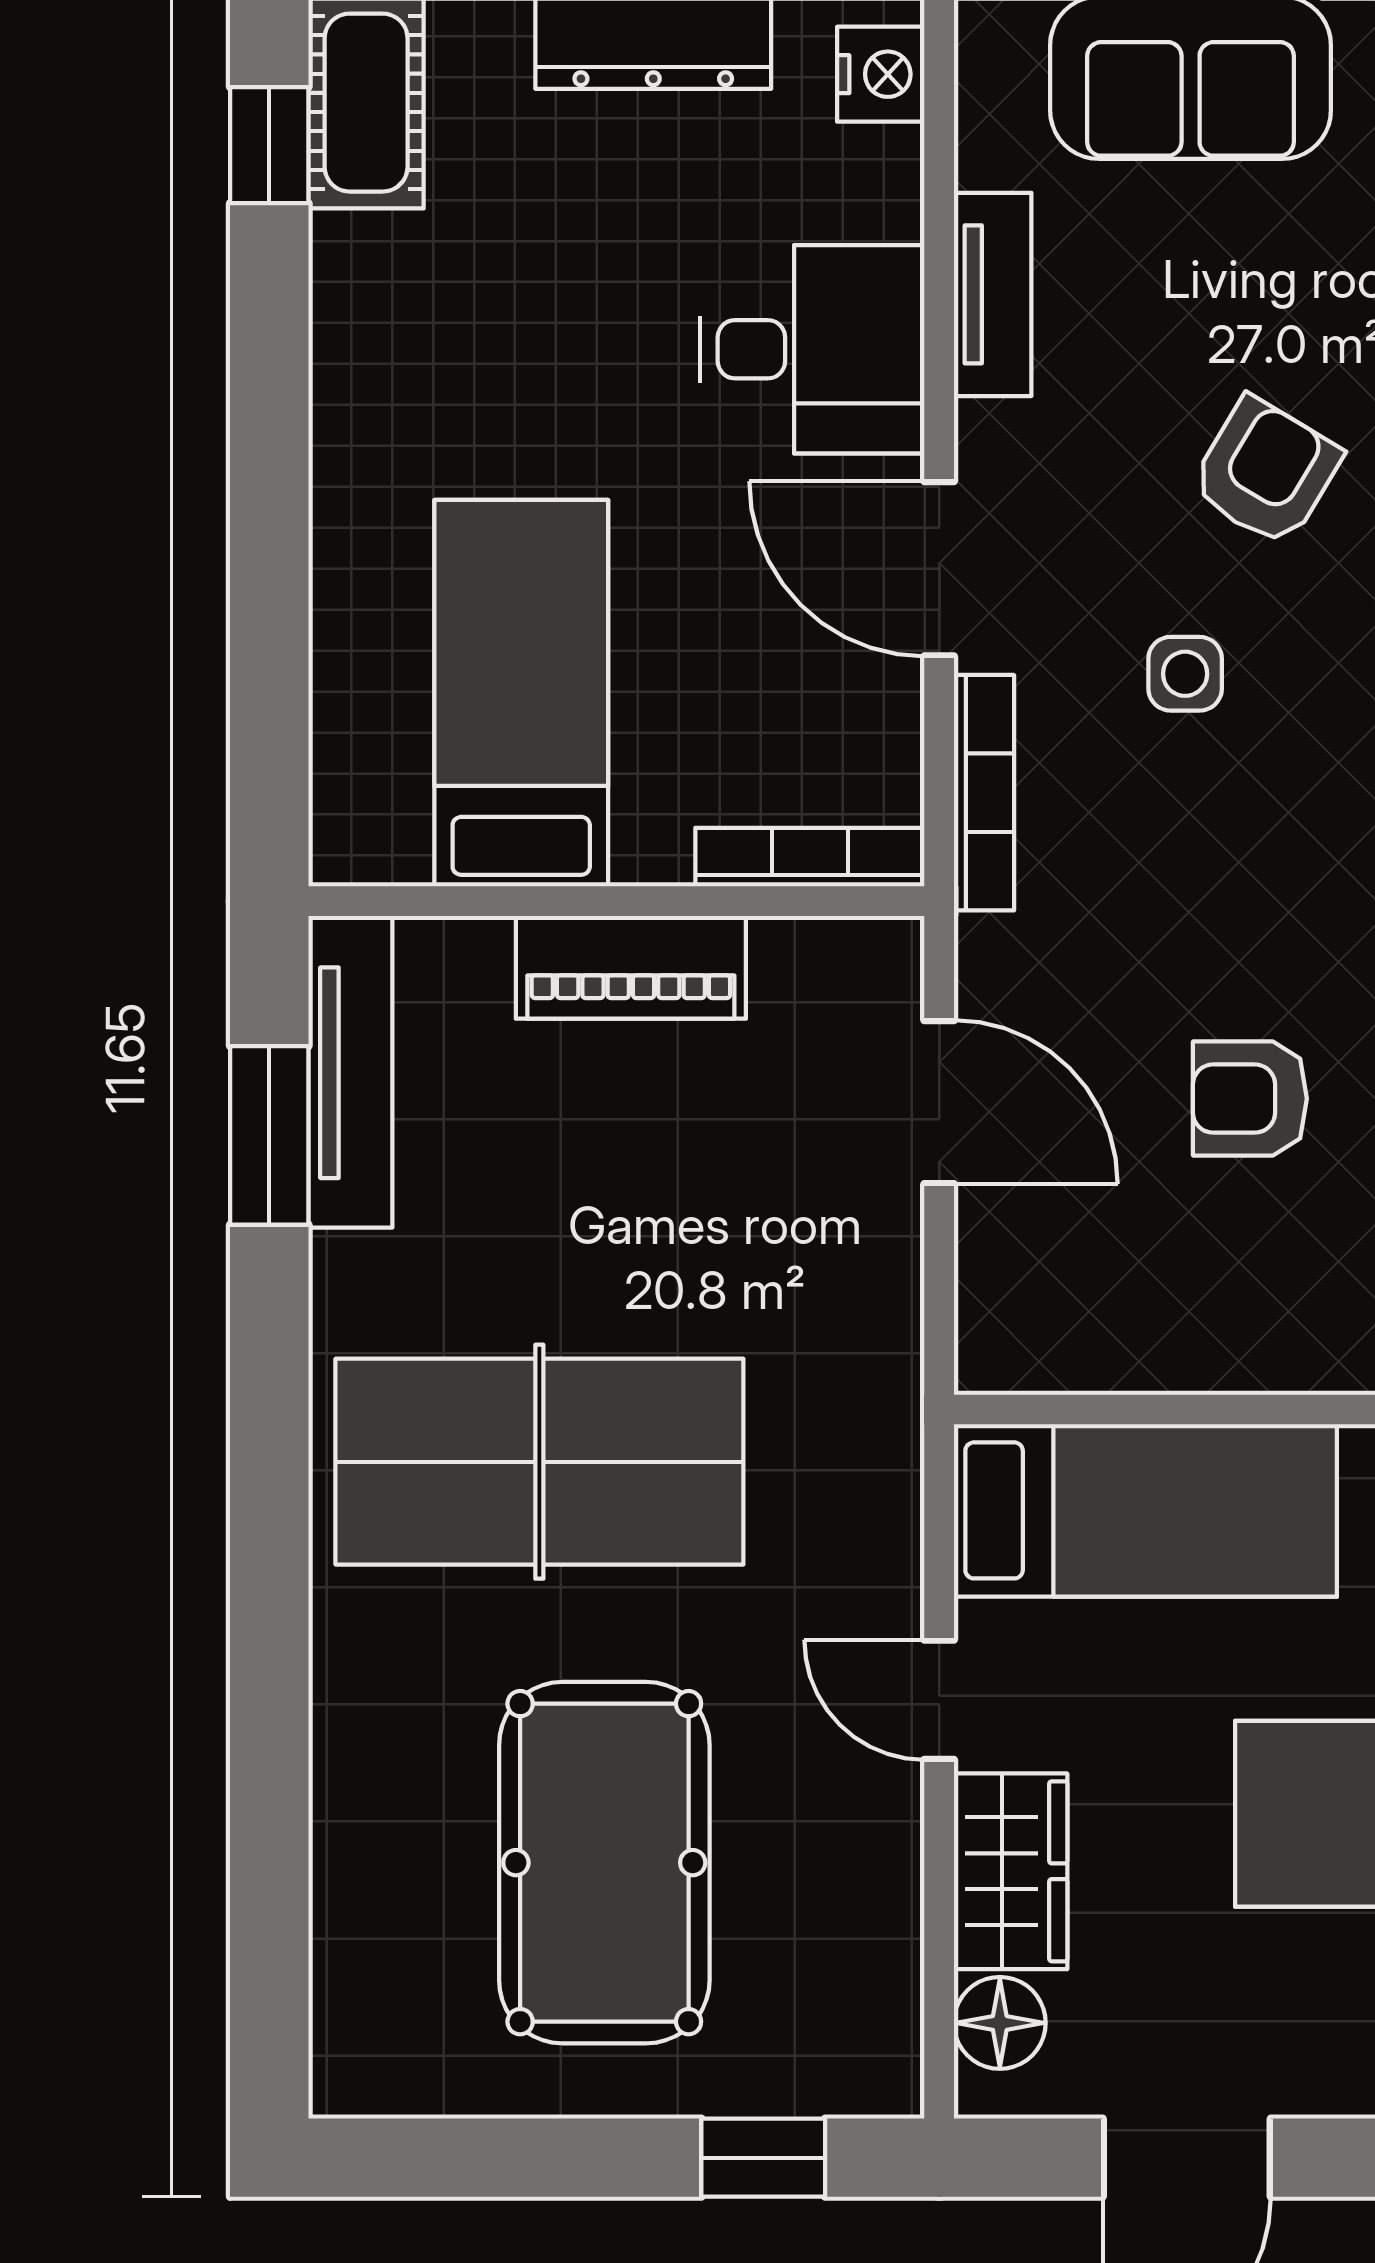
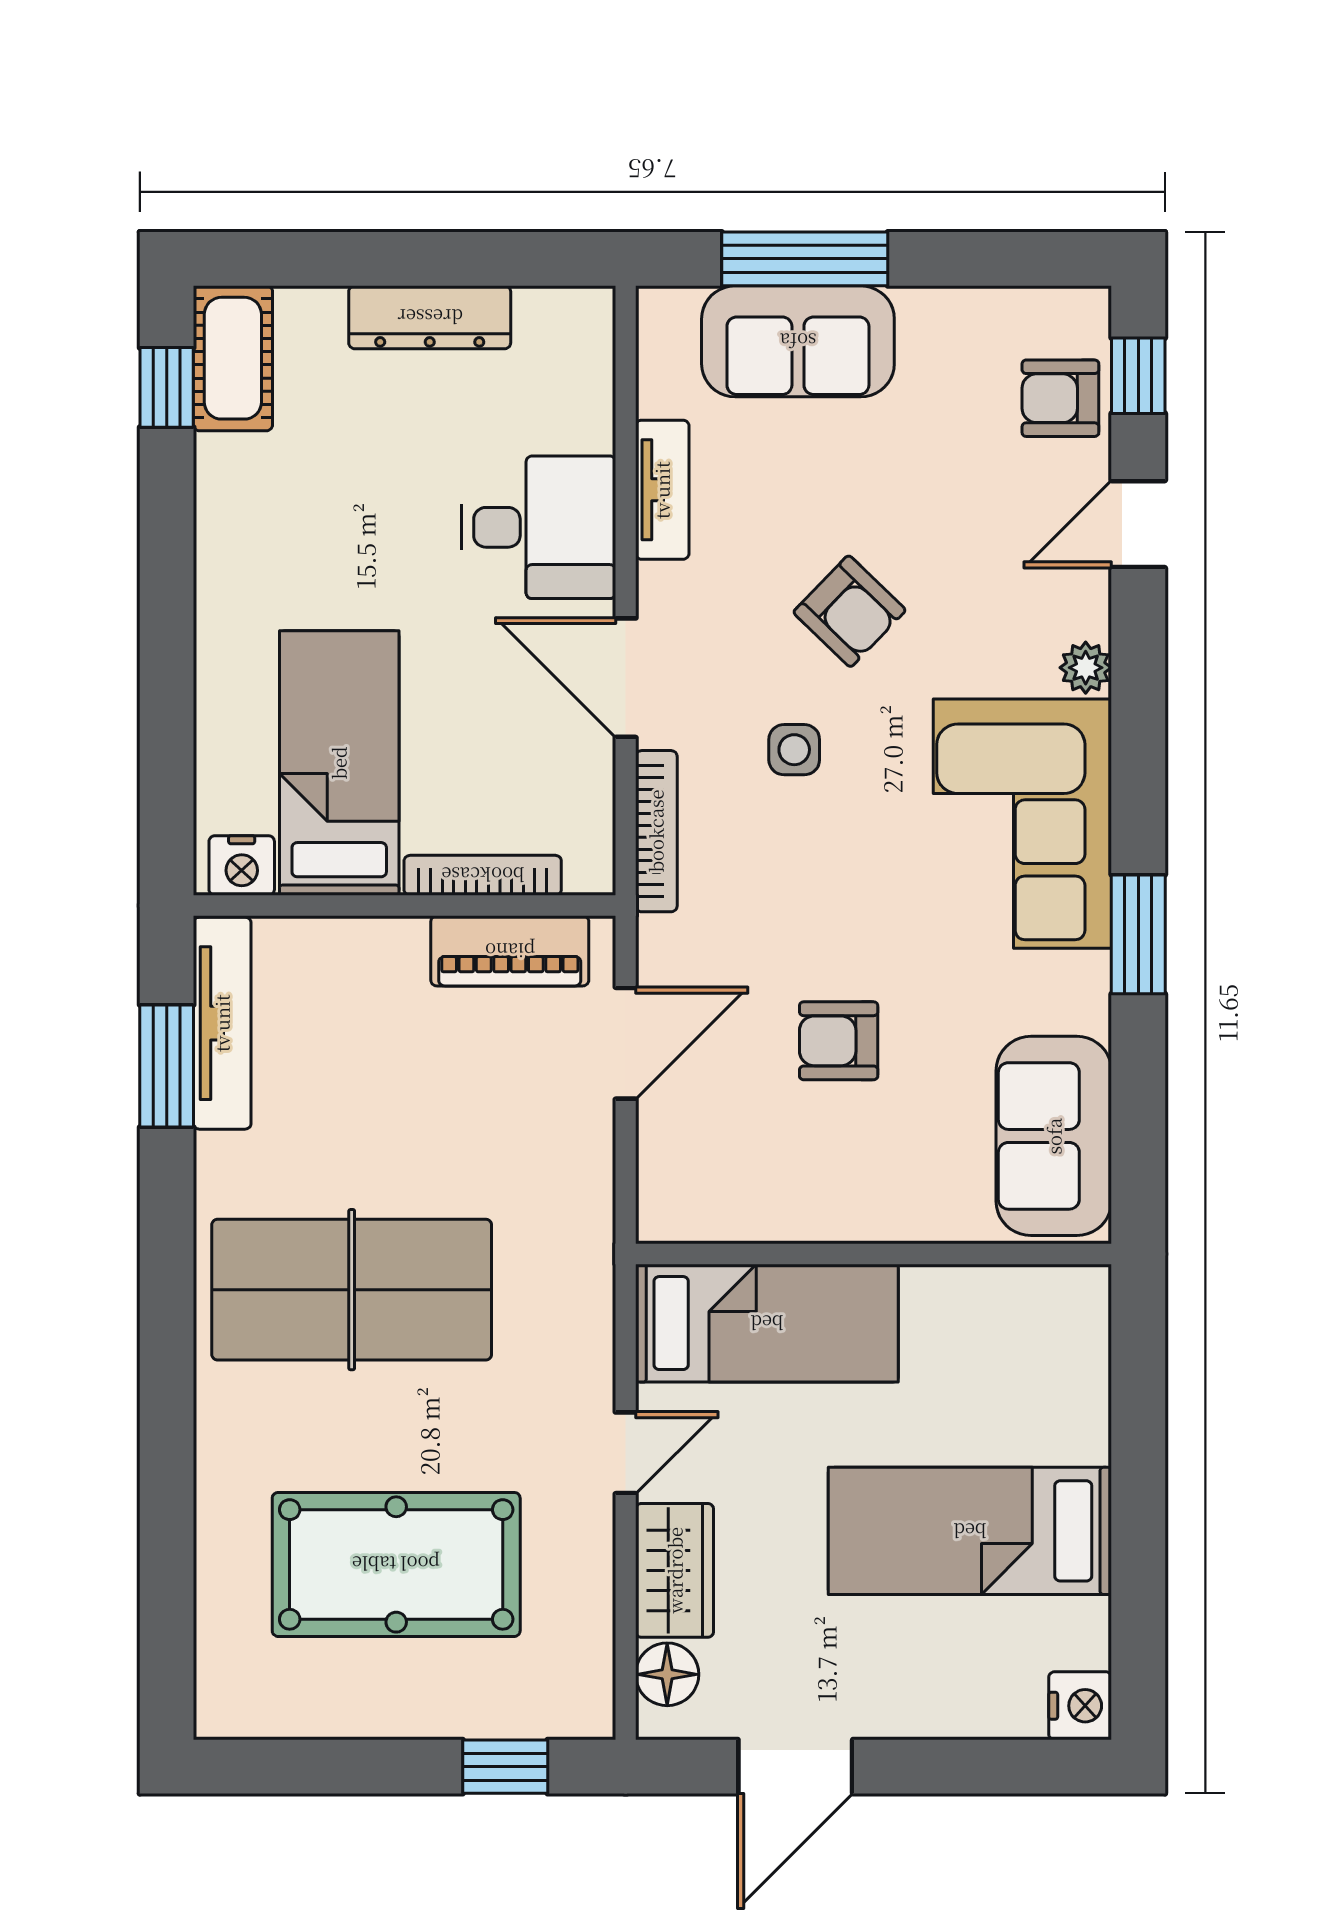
nightstand: (881, 74) -> (242, 865), moved, turned 90
armchair: (1266, 472) -> (849, 611), turned 103
bookcase: (810, 857) -> (483, 875), moved
piano: (631, 967) -> (510, 951), moved
door: (939, 1102) -> (626, 1043), hinge flipped
door: (939, 1700) -> (626, 1453), swing flipped
pool table: (604, 1863) -> (396, 1564), turned 90

